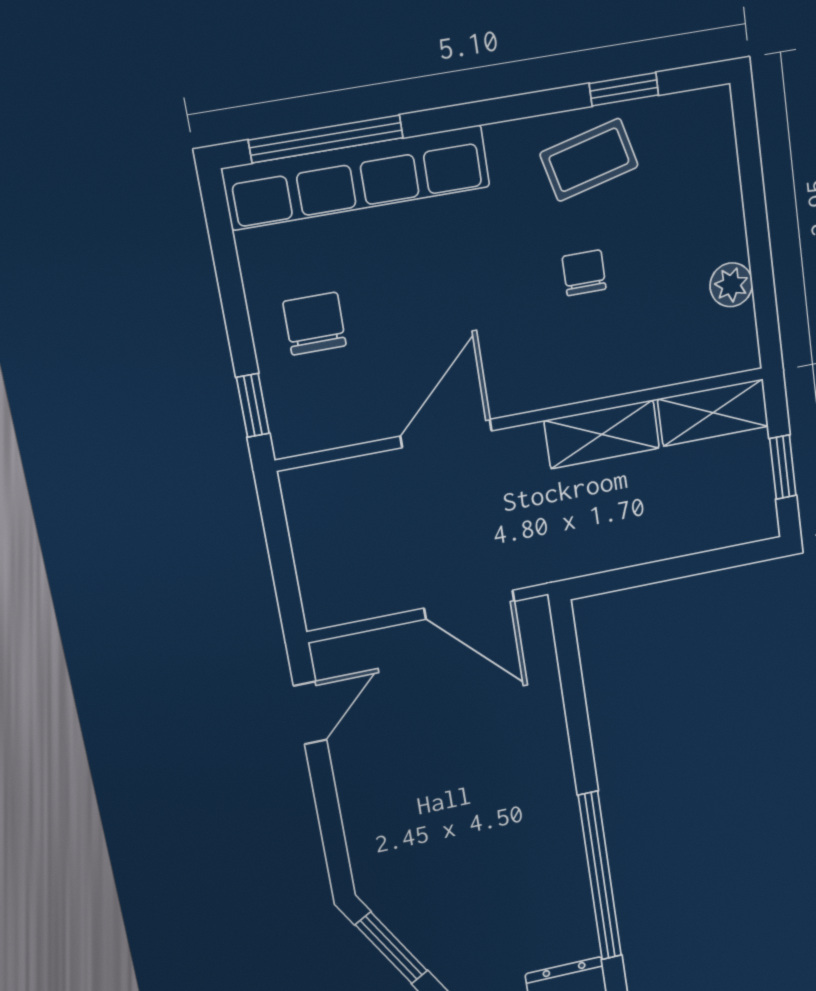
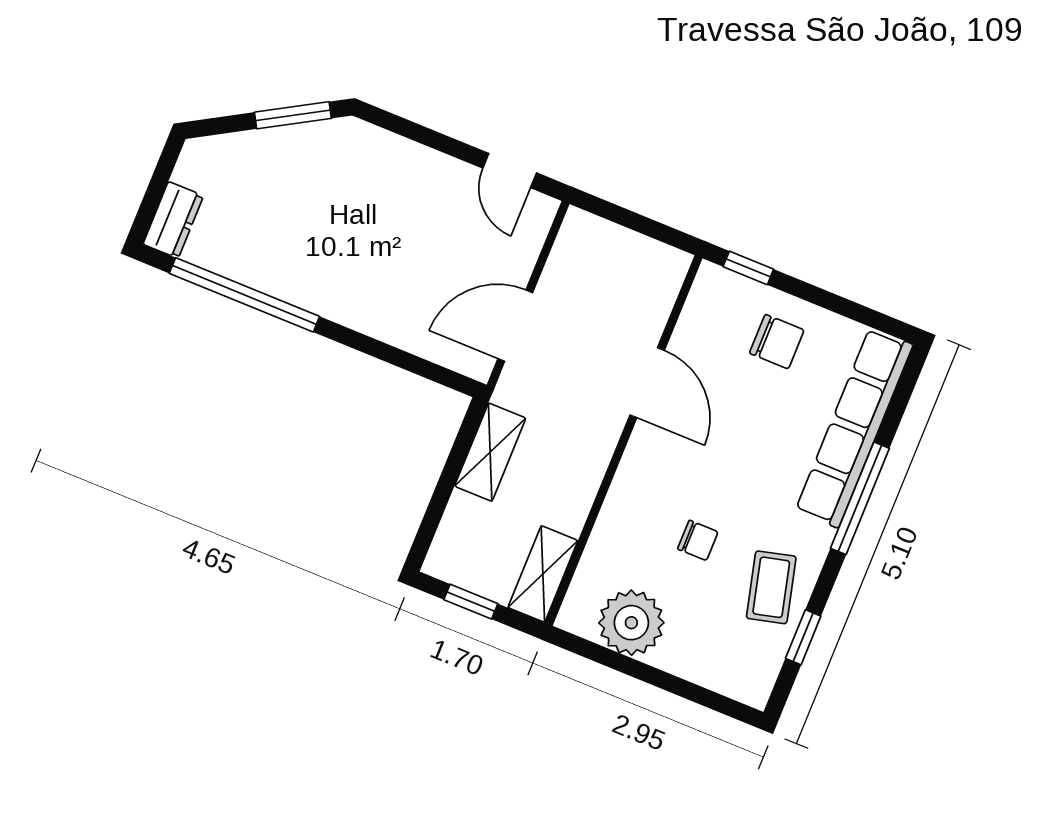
window: (326, 139) -> (860, 498), moved
plant: (731, 285) -> (631, 623), width x1.87, depth x1.87
shelving: (602, 434) -> (490, 452), moved

